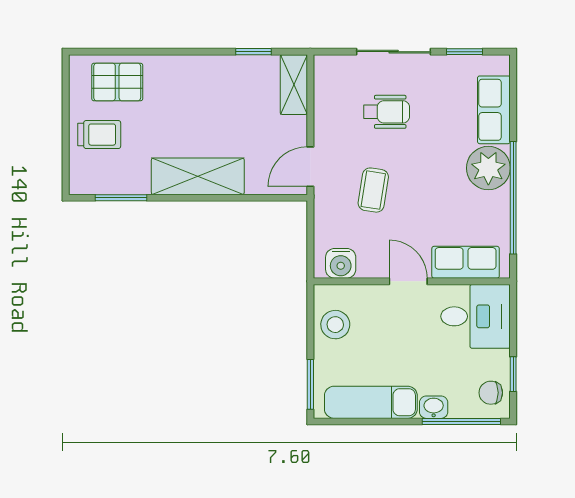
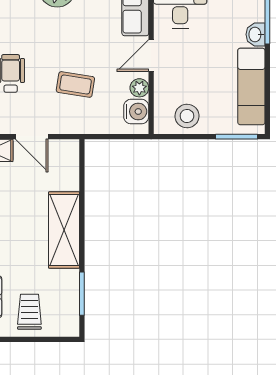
door: (310, 167) -> (32, 137), moved
plant: (369, 267) -> (139, 88), added

